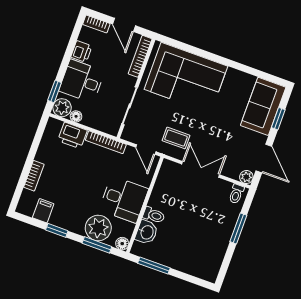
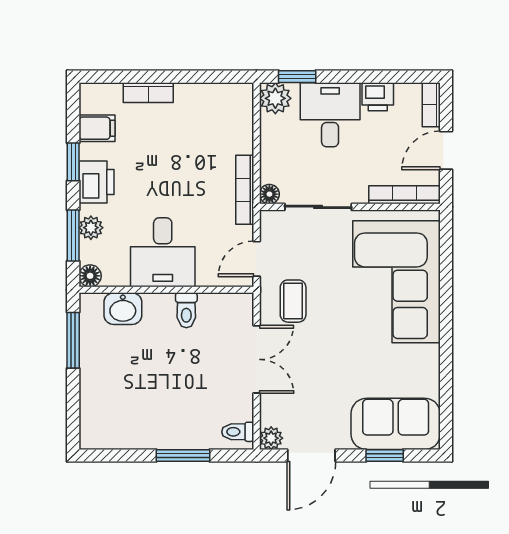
floor lamp: (76, 116) -> (269, 194), moved
printer: (72, 136) -> (96, 182), moved, turned 180
toilet: (154, 215) -> (186, 310), moved
plant: (98, 228) -> (91, 228), width x0.53, depth x0.53

